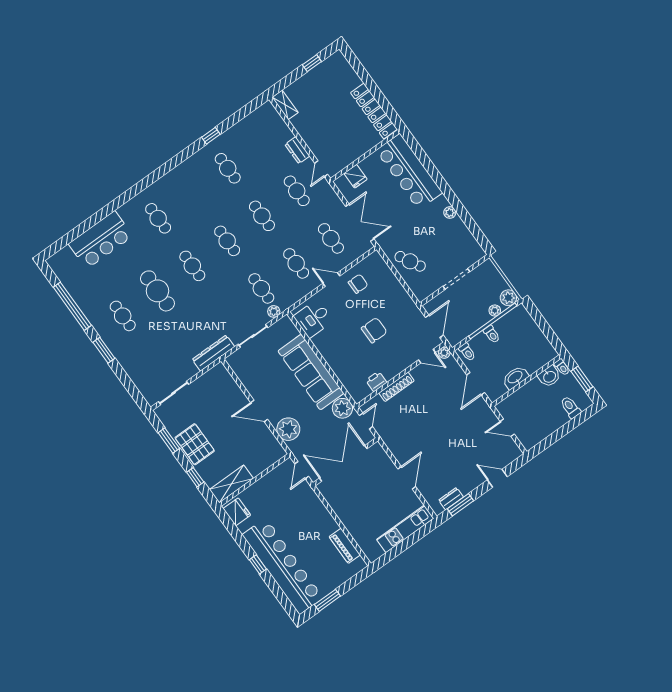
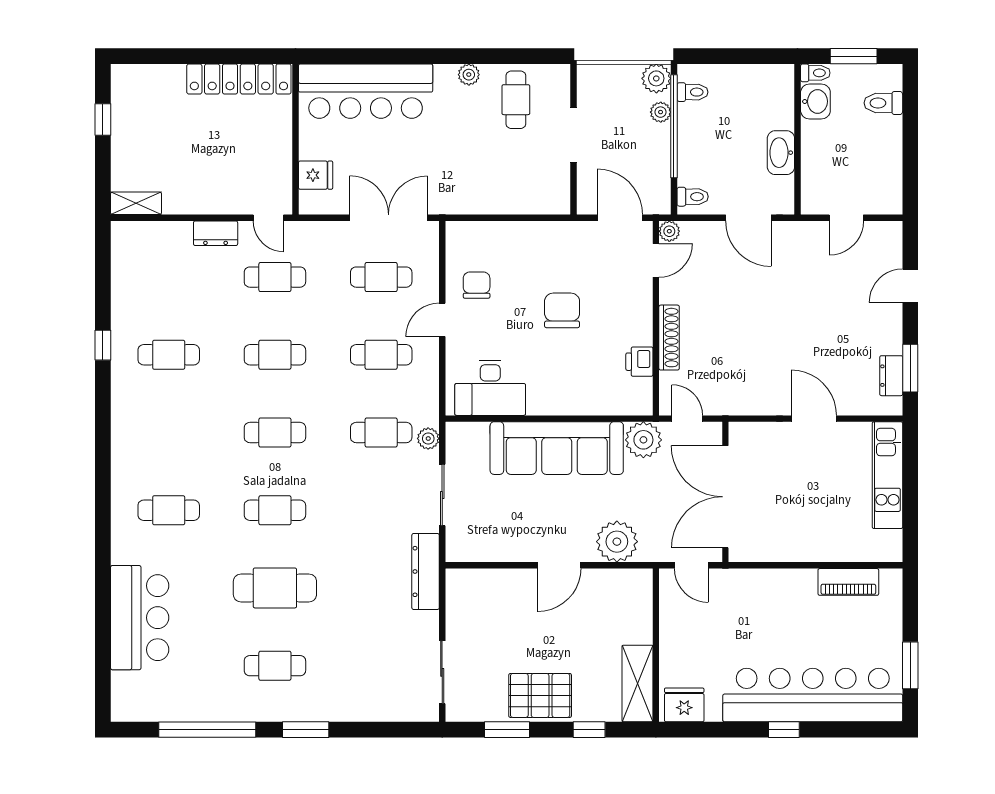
cafe table: (410, 261) -> (516, 100), moved, turned -61
desk: (313, 319) -> (490, 388), width x1.37
toilet: (492, 334) -> (692, 92), moved

